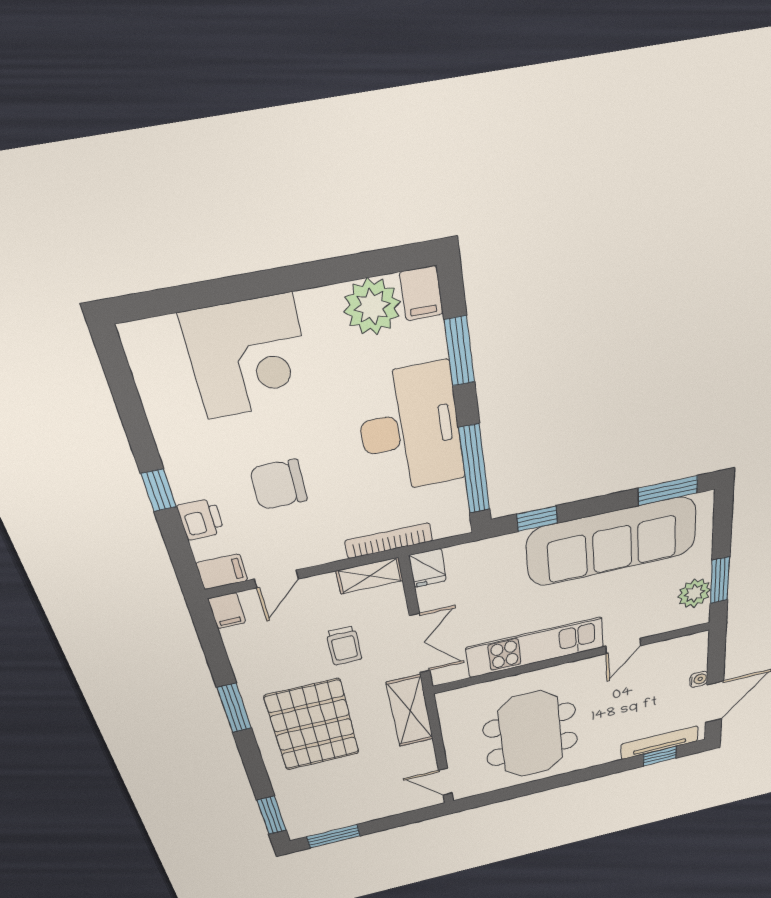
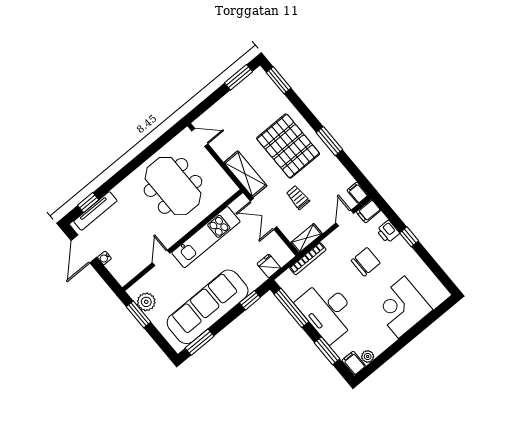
plant: (372, 307) -> (368, 356), width x0.53, depth x0.53
fridge: (428, 568) -> (269, 266), moved

